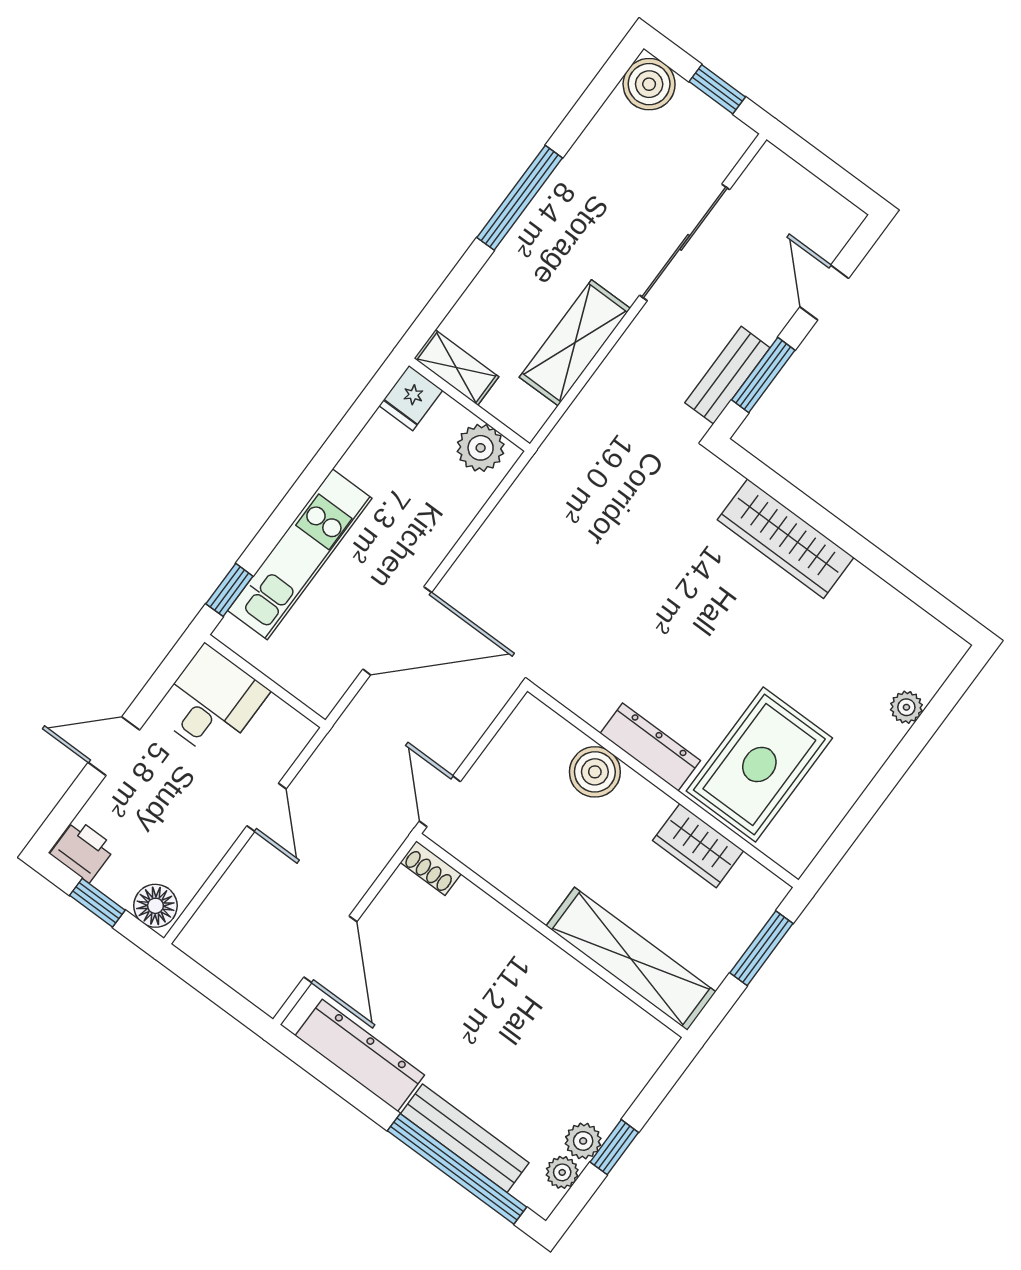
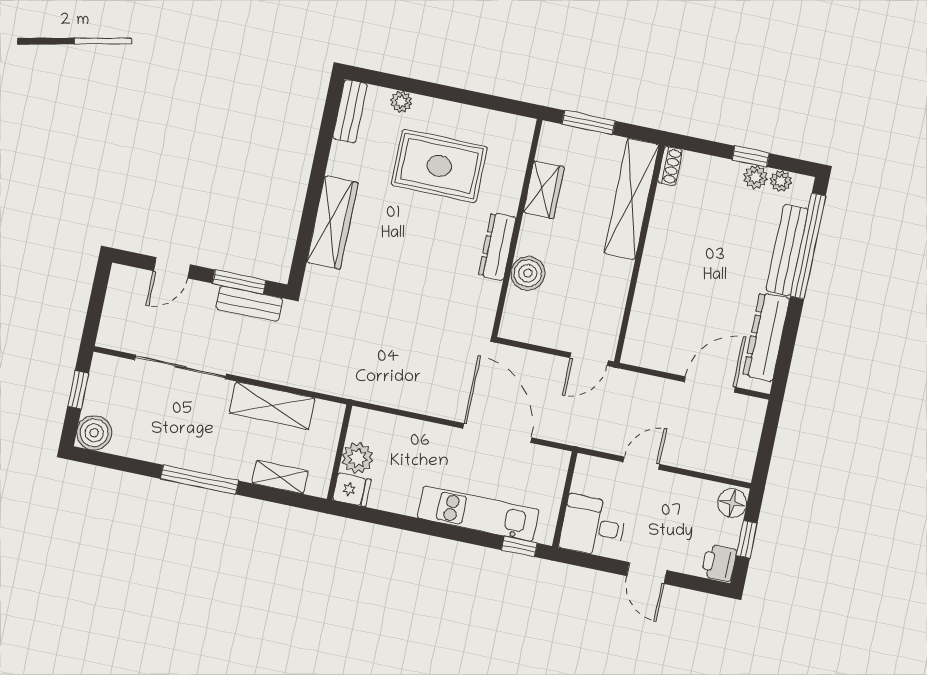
shelving: (456, 368) -> (280, 477), moved, turned 90
plant: (481, 448) -> (357, 458), moved
bench: (926, 632) -> (350, 111), added
rug: (759, 765) -> (439, 166), moved
shoe rack: (431, 868) -> (670, 166), moved

